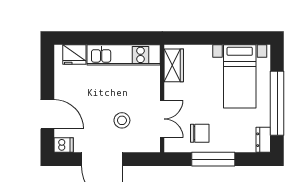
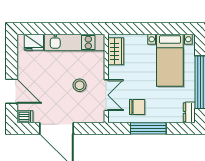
stool: (122, 120) -> (80, 85), moved

